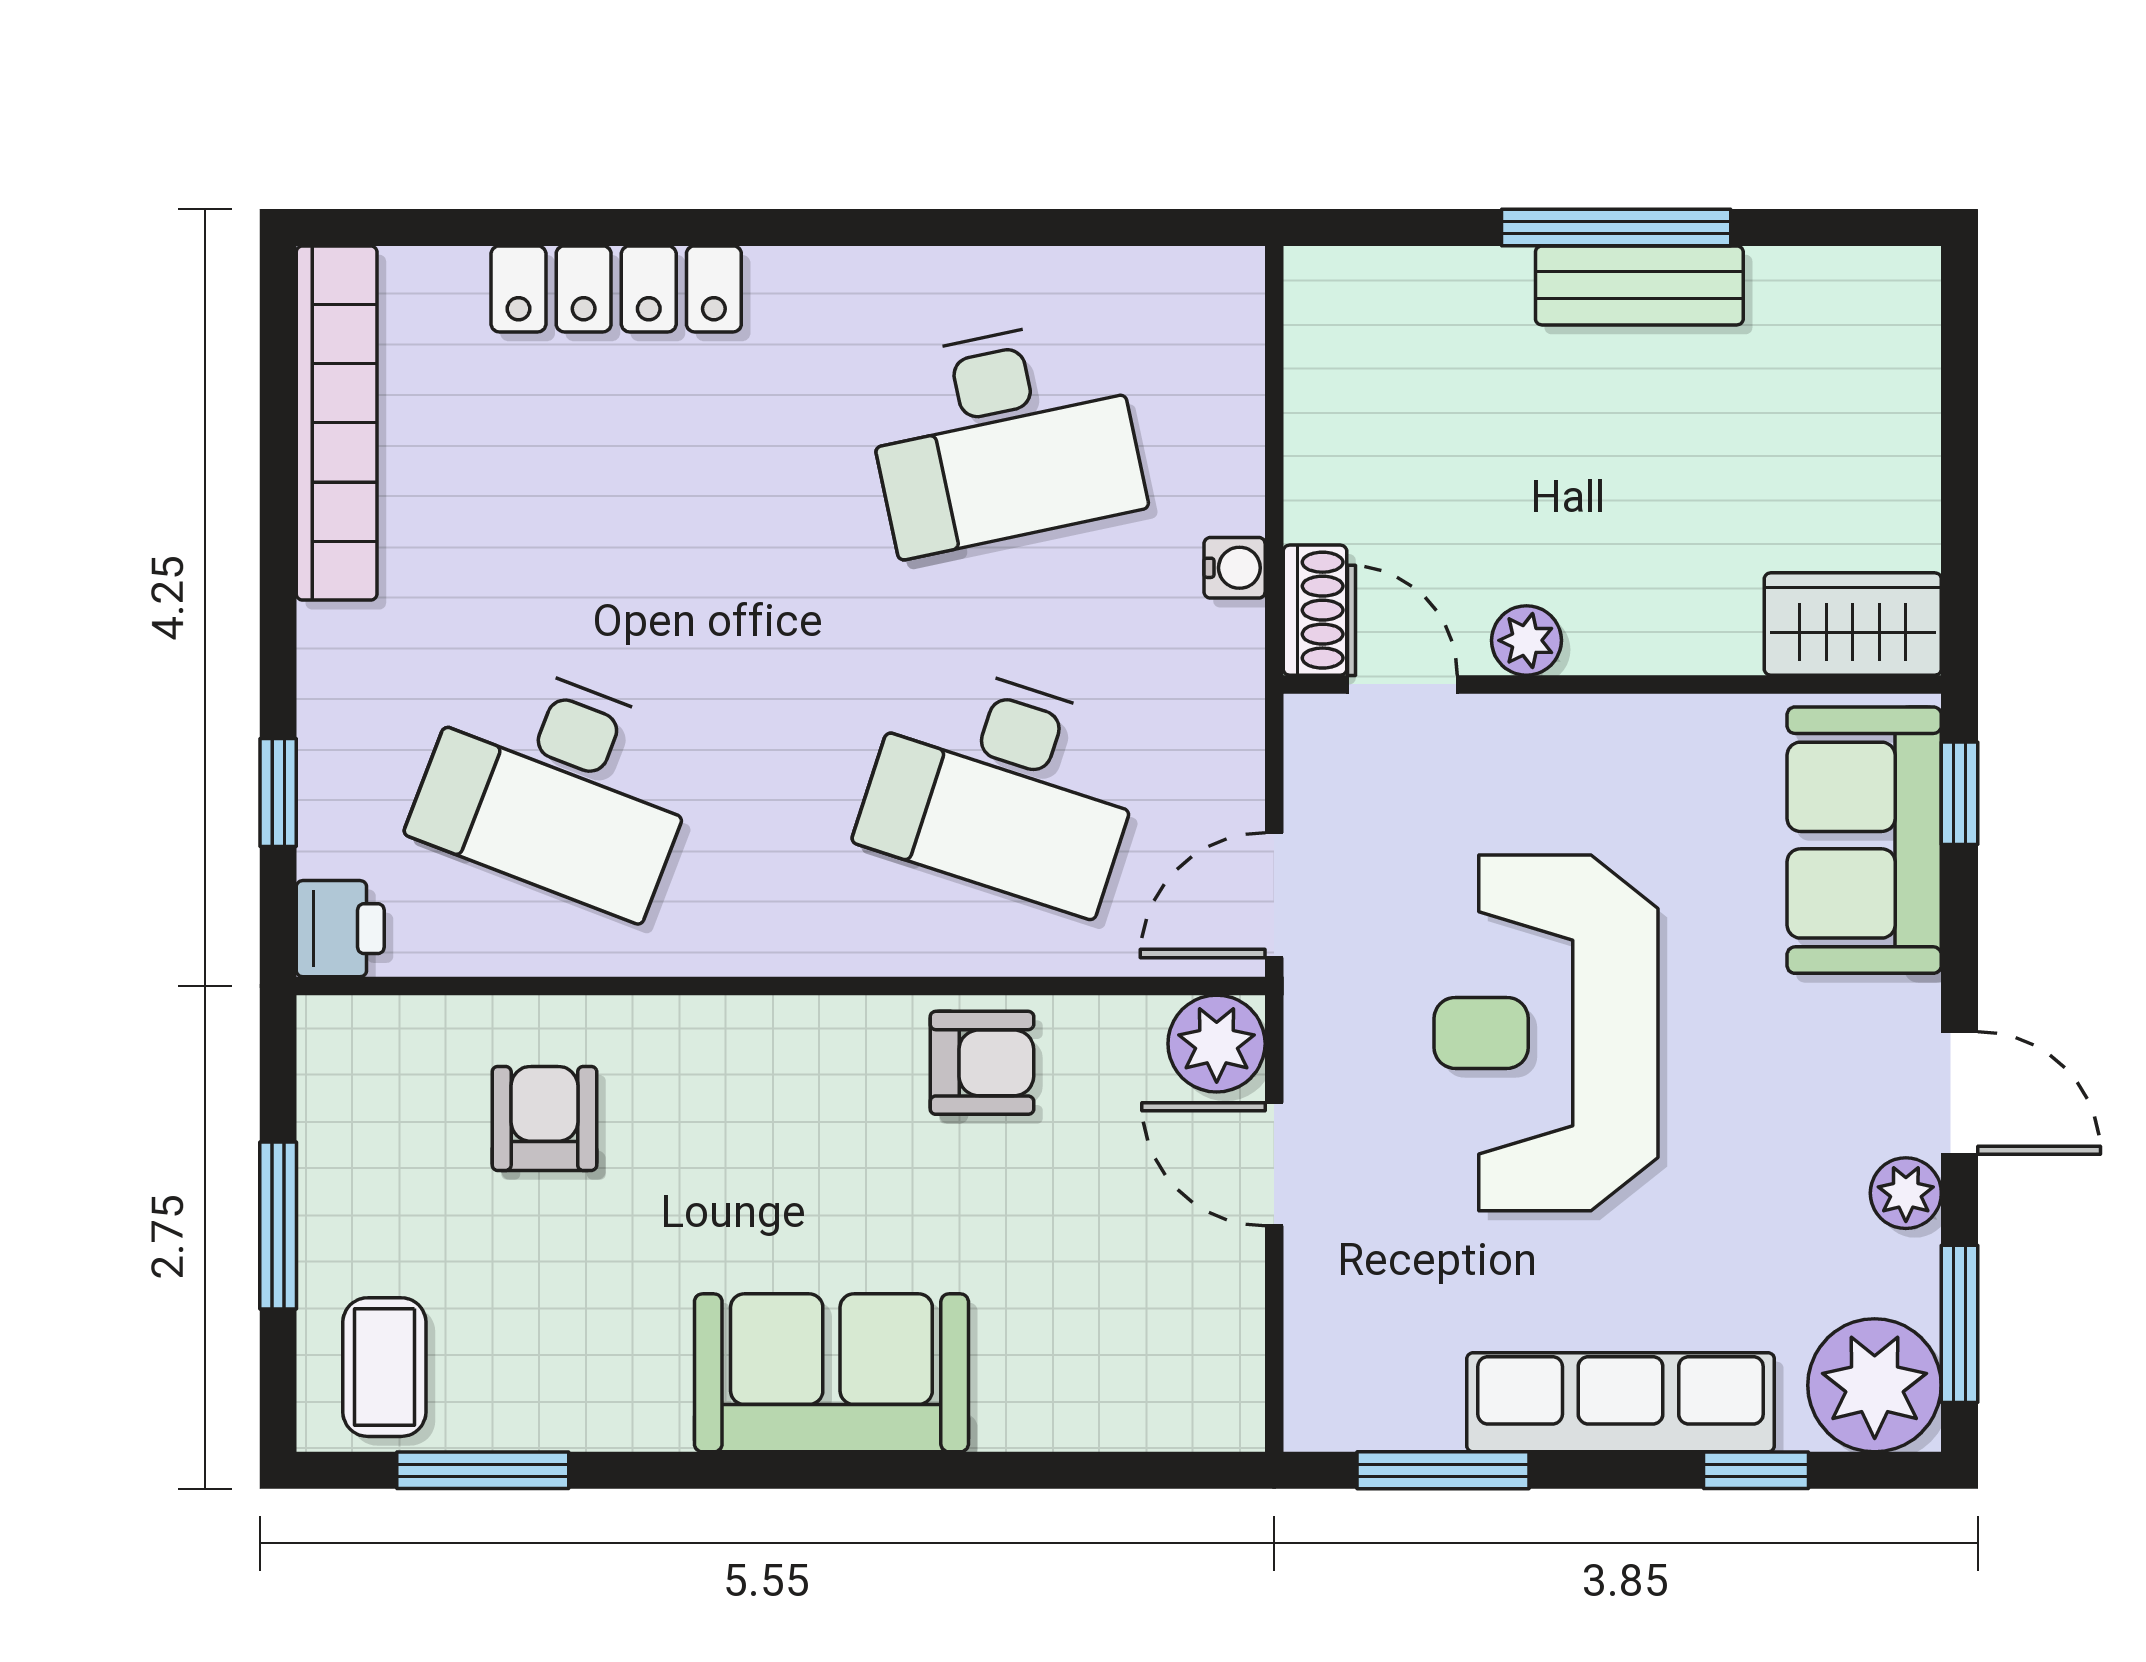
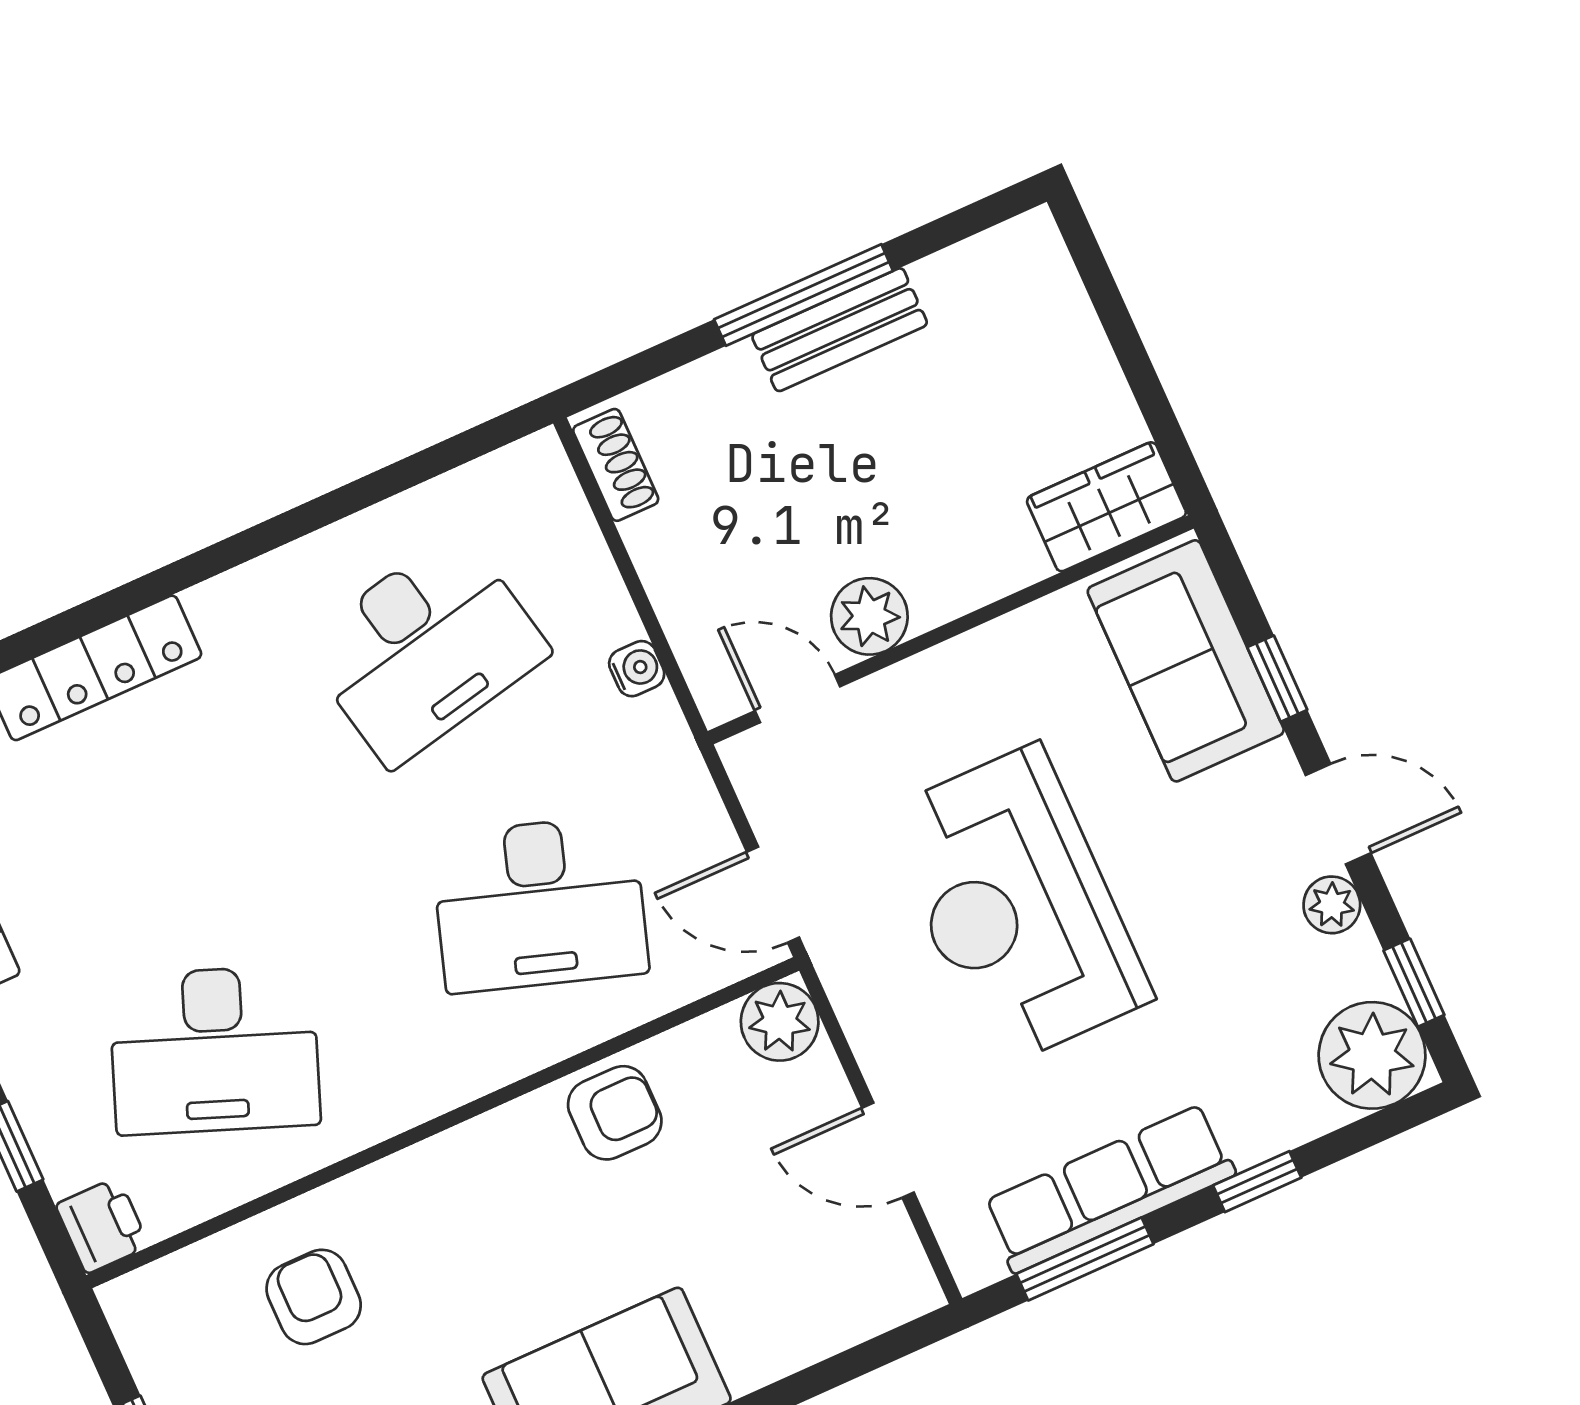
shoe rack: (1315, 610) -> (616, 465), moved
plant: (1526, 640) -> (869, 616), width x1.38, depth x1.38
window: (1960, 793) -> (1277, 679), moved
door: (1274, 895) -> (773, 895), hinge flipped
door: (1274, 1164) -> (888, 1150), moved
window: (1960, 1324) -> (1414, 983), width x0.67
row of seats: (1621, 1402) -> (1109, 1189), moved
window: (1756, 1470) -> (1257, 1182), moved

